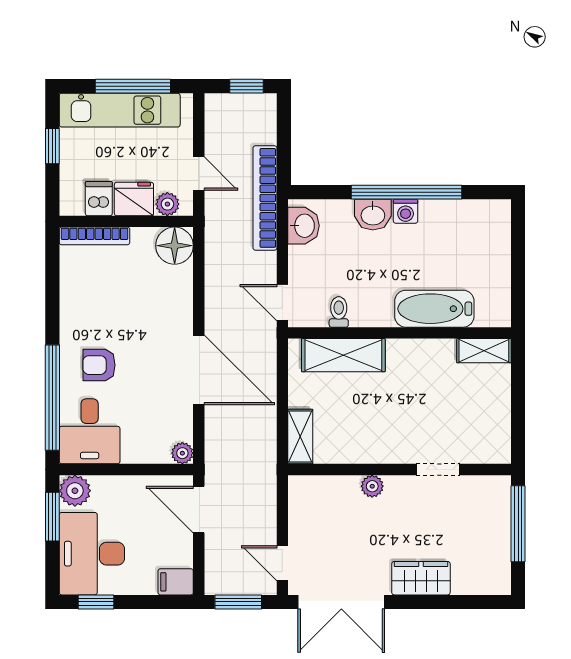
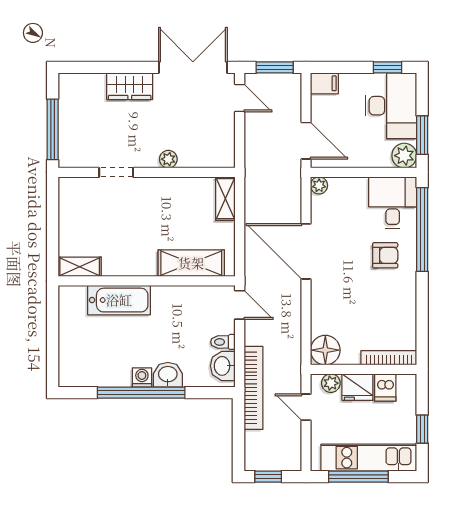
toilet: (339, 312) -> (223, 342), moved, turned 90

